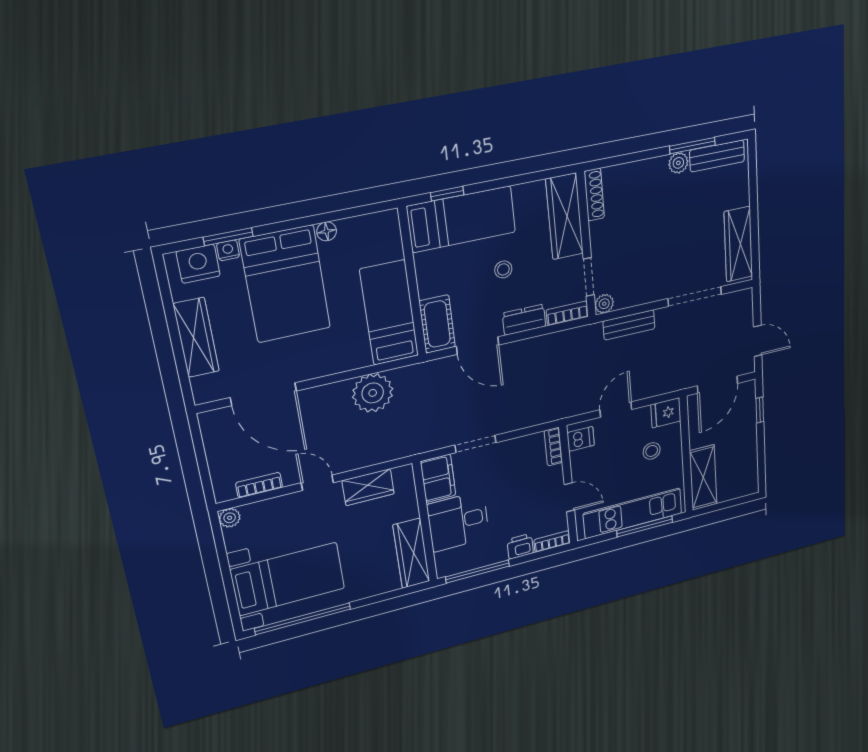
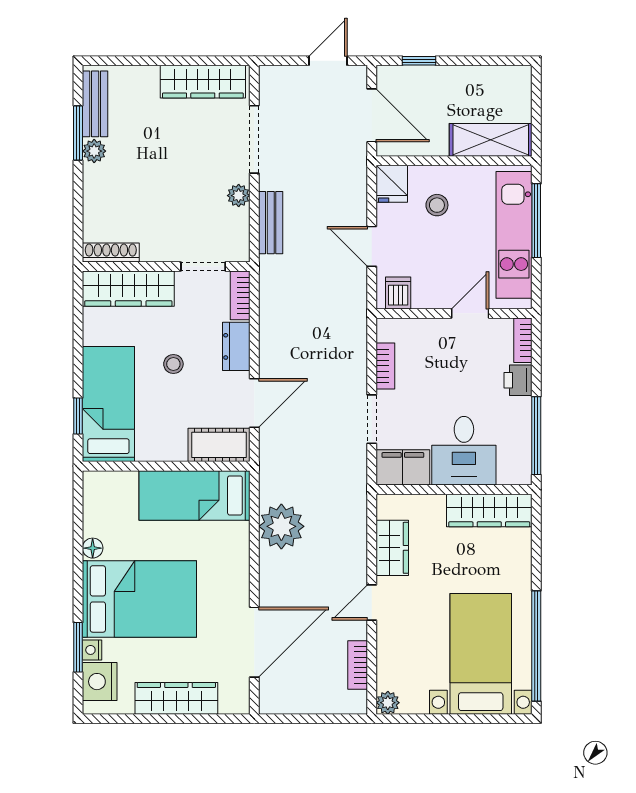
plant: (604, 304) -> (239, 196), moved
bookcase: (553, 447) -> (385, 366), moved, turned -90

